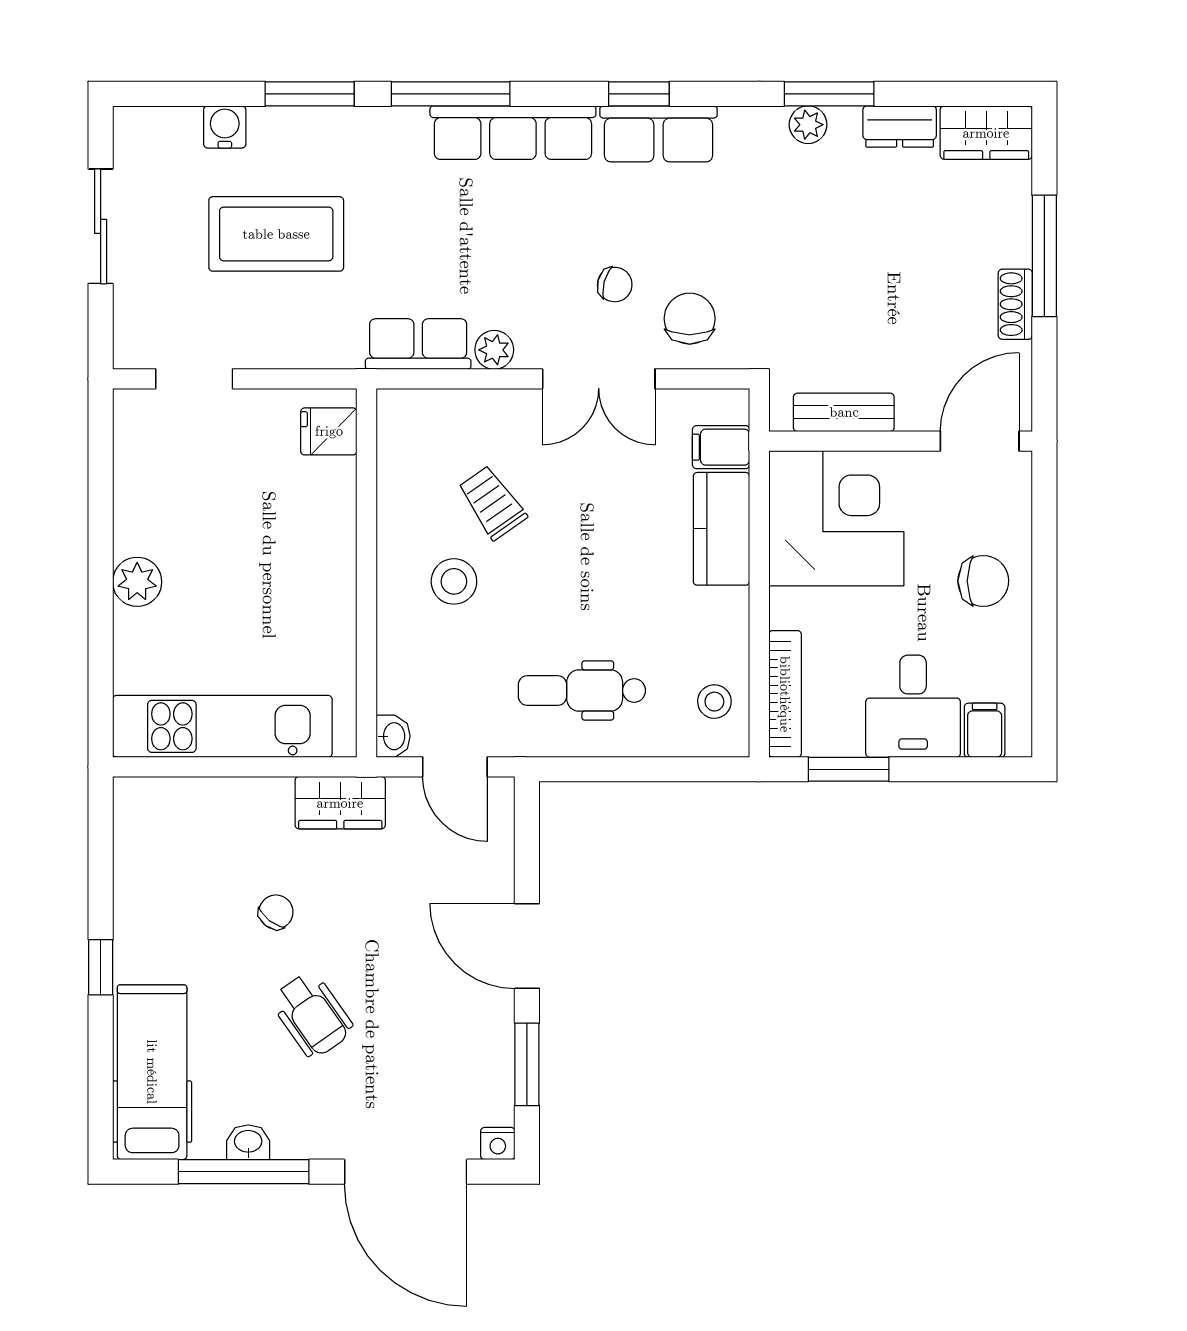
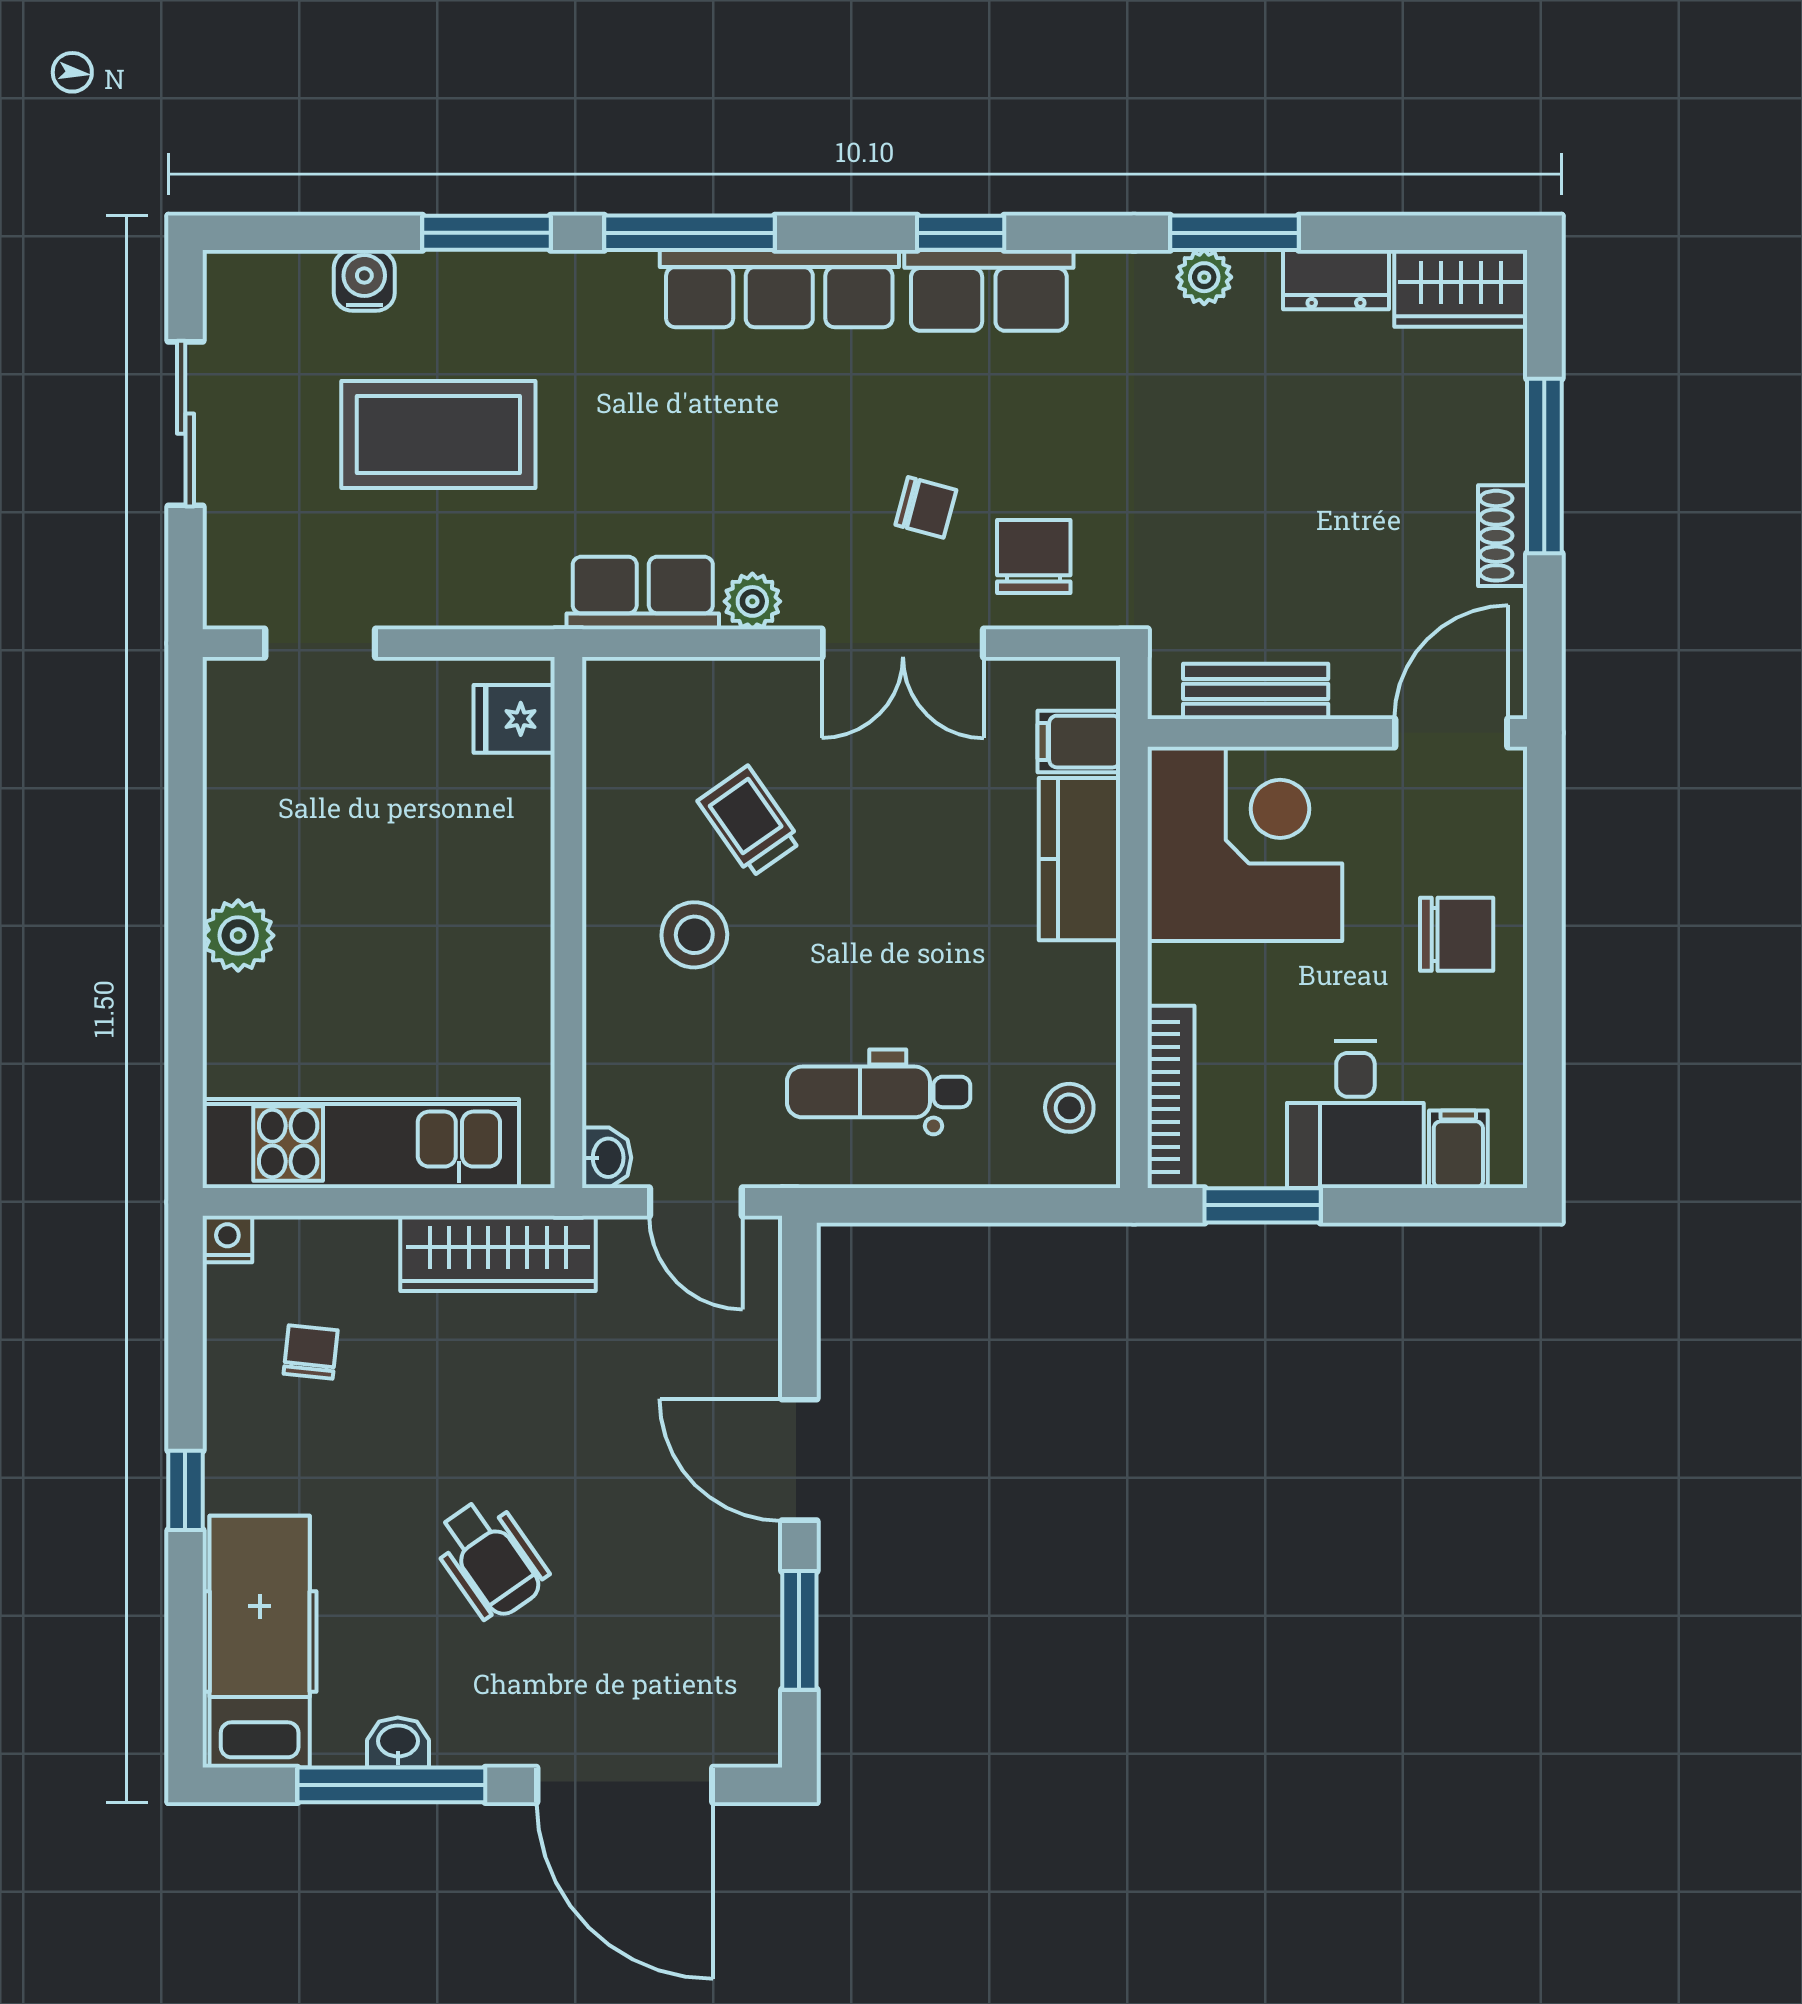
wardrobe: (340, 803) -> (498, 1253), width x1.50
chair: (276, 912) -> (311, 1352), moved, turned -32
nightstand: (498, 1143) -> (227, 1239), moved, turned 180

